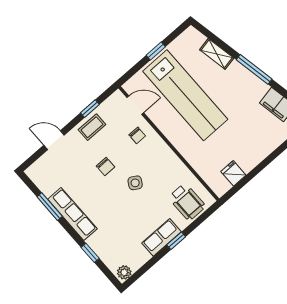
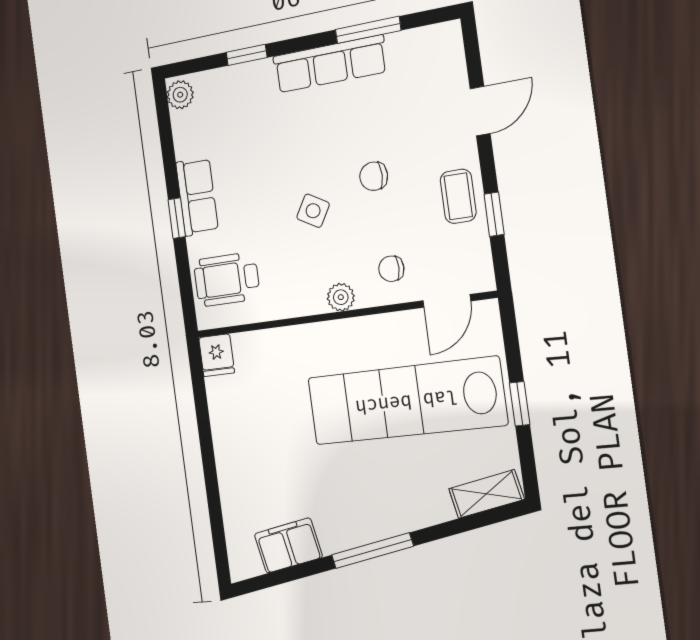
shelving: (217, 54) -> (486, 494), moved
plant: (162, 149) -> (341, 297), added
fridge: (233, 173) -> (217, 355), moved, turned 90

